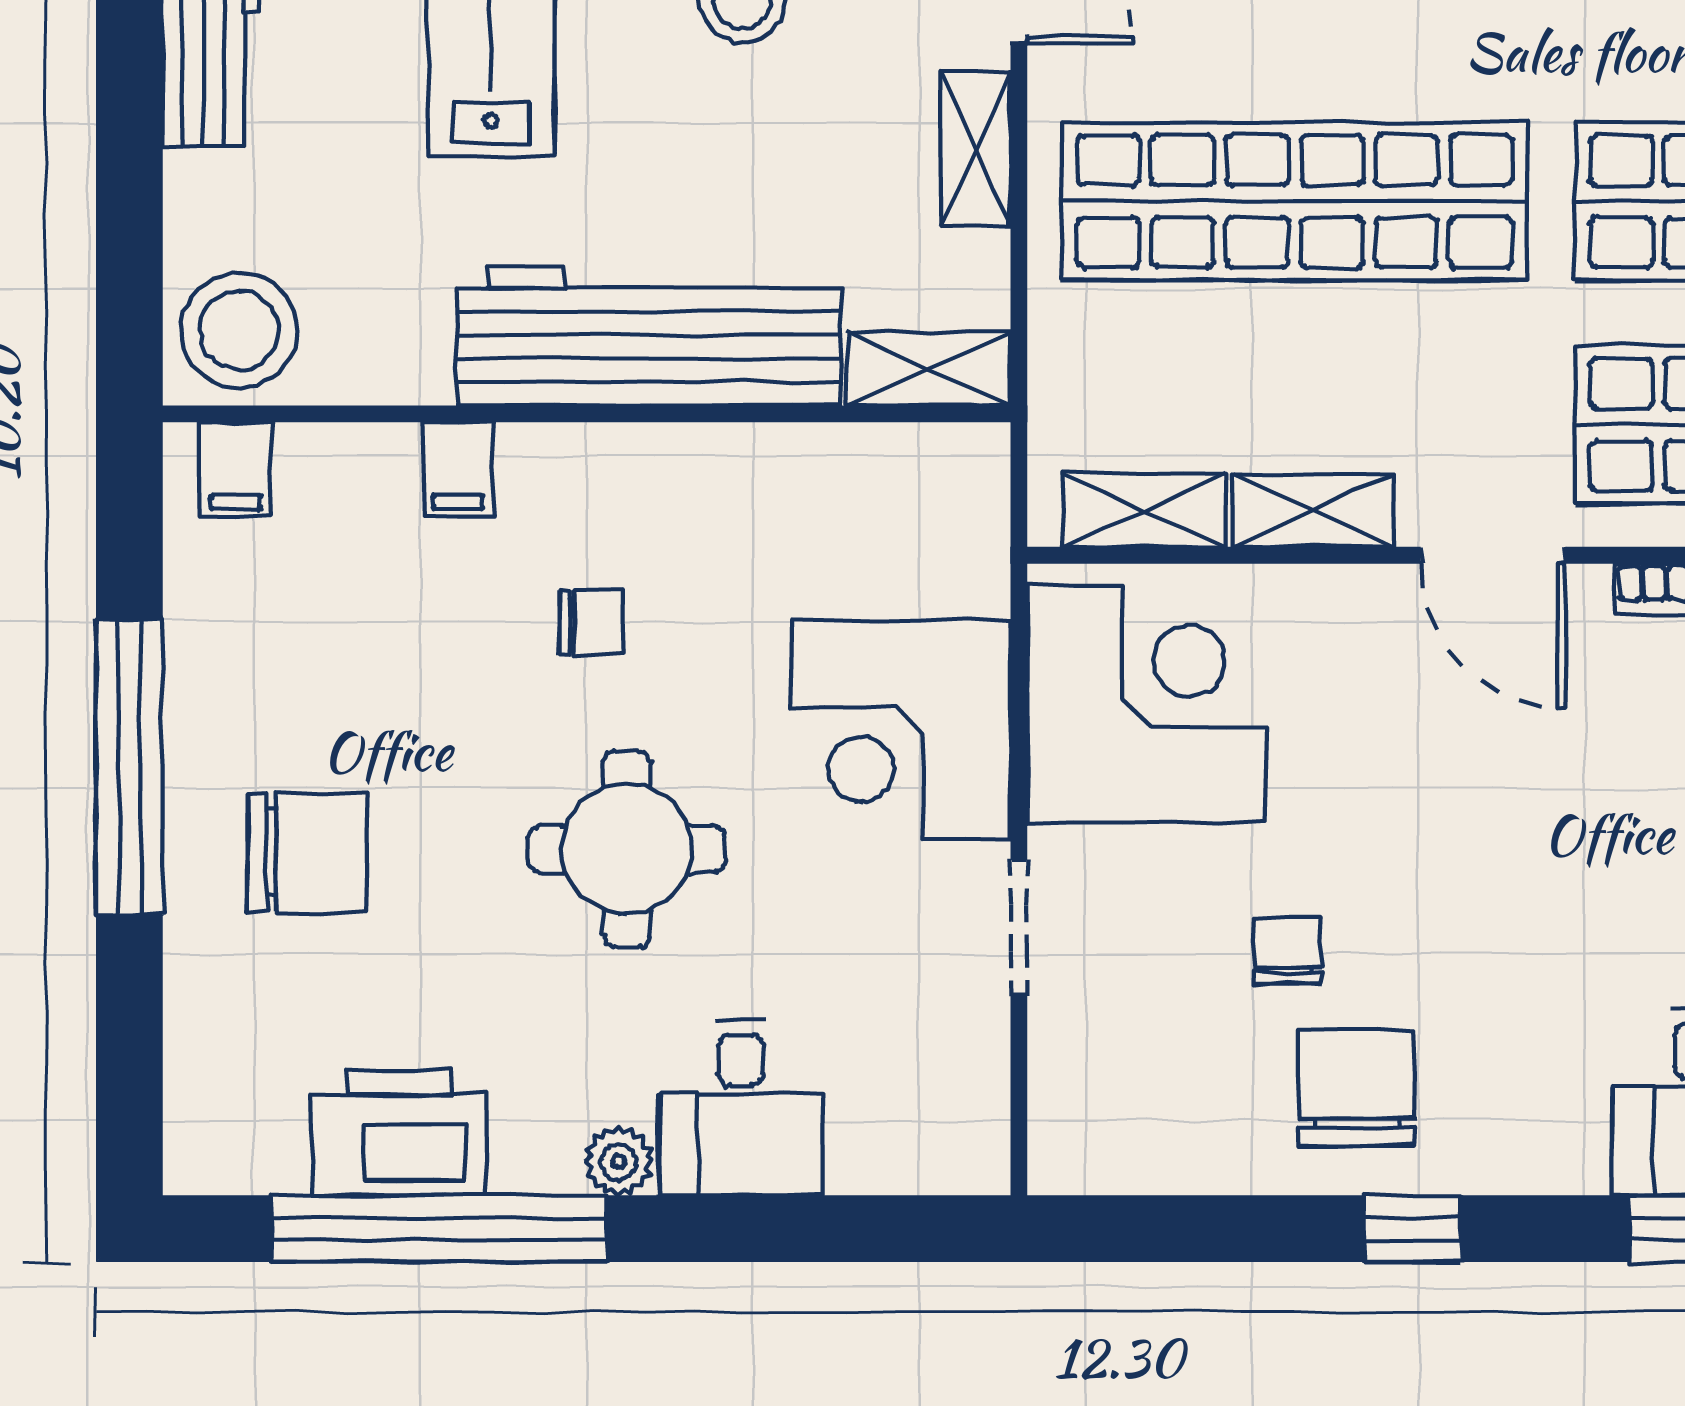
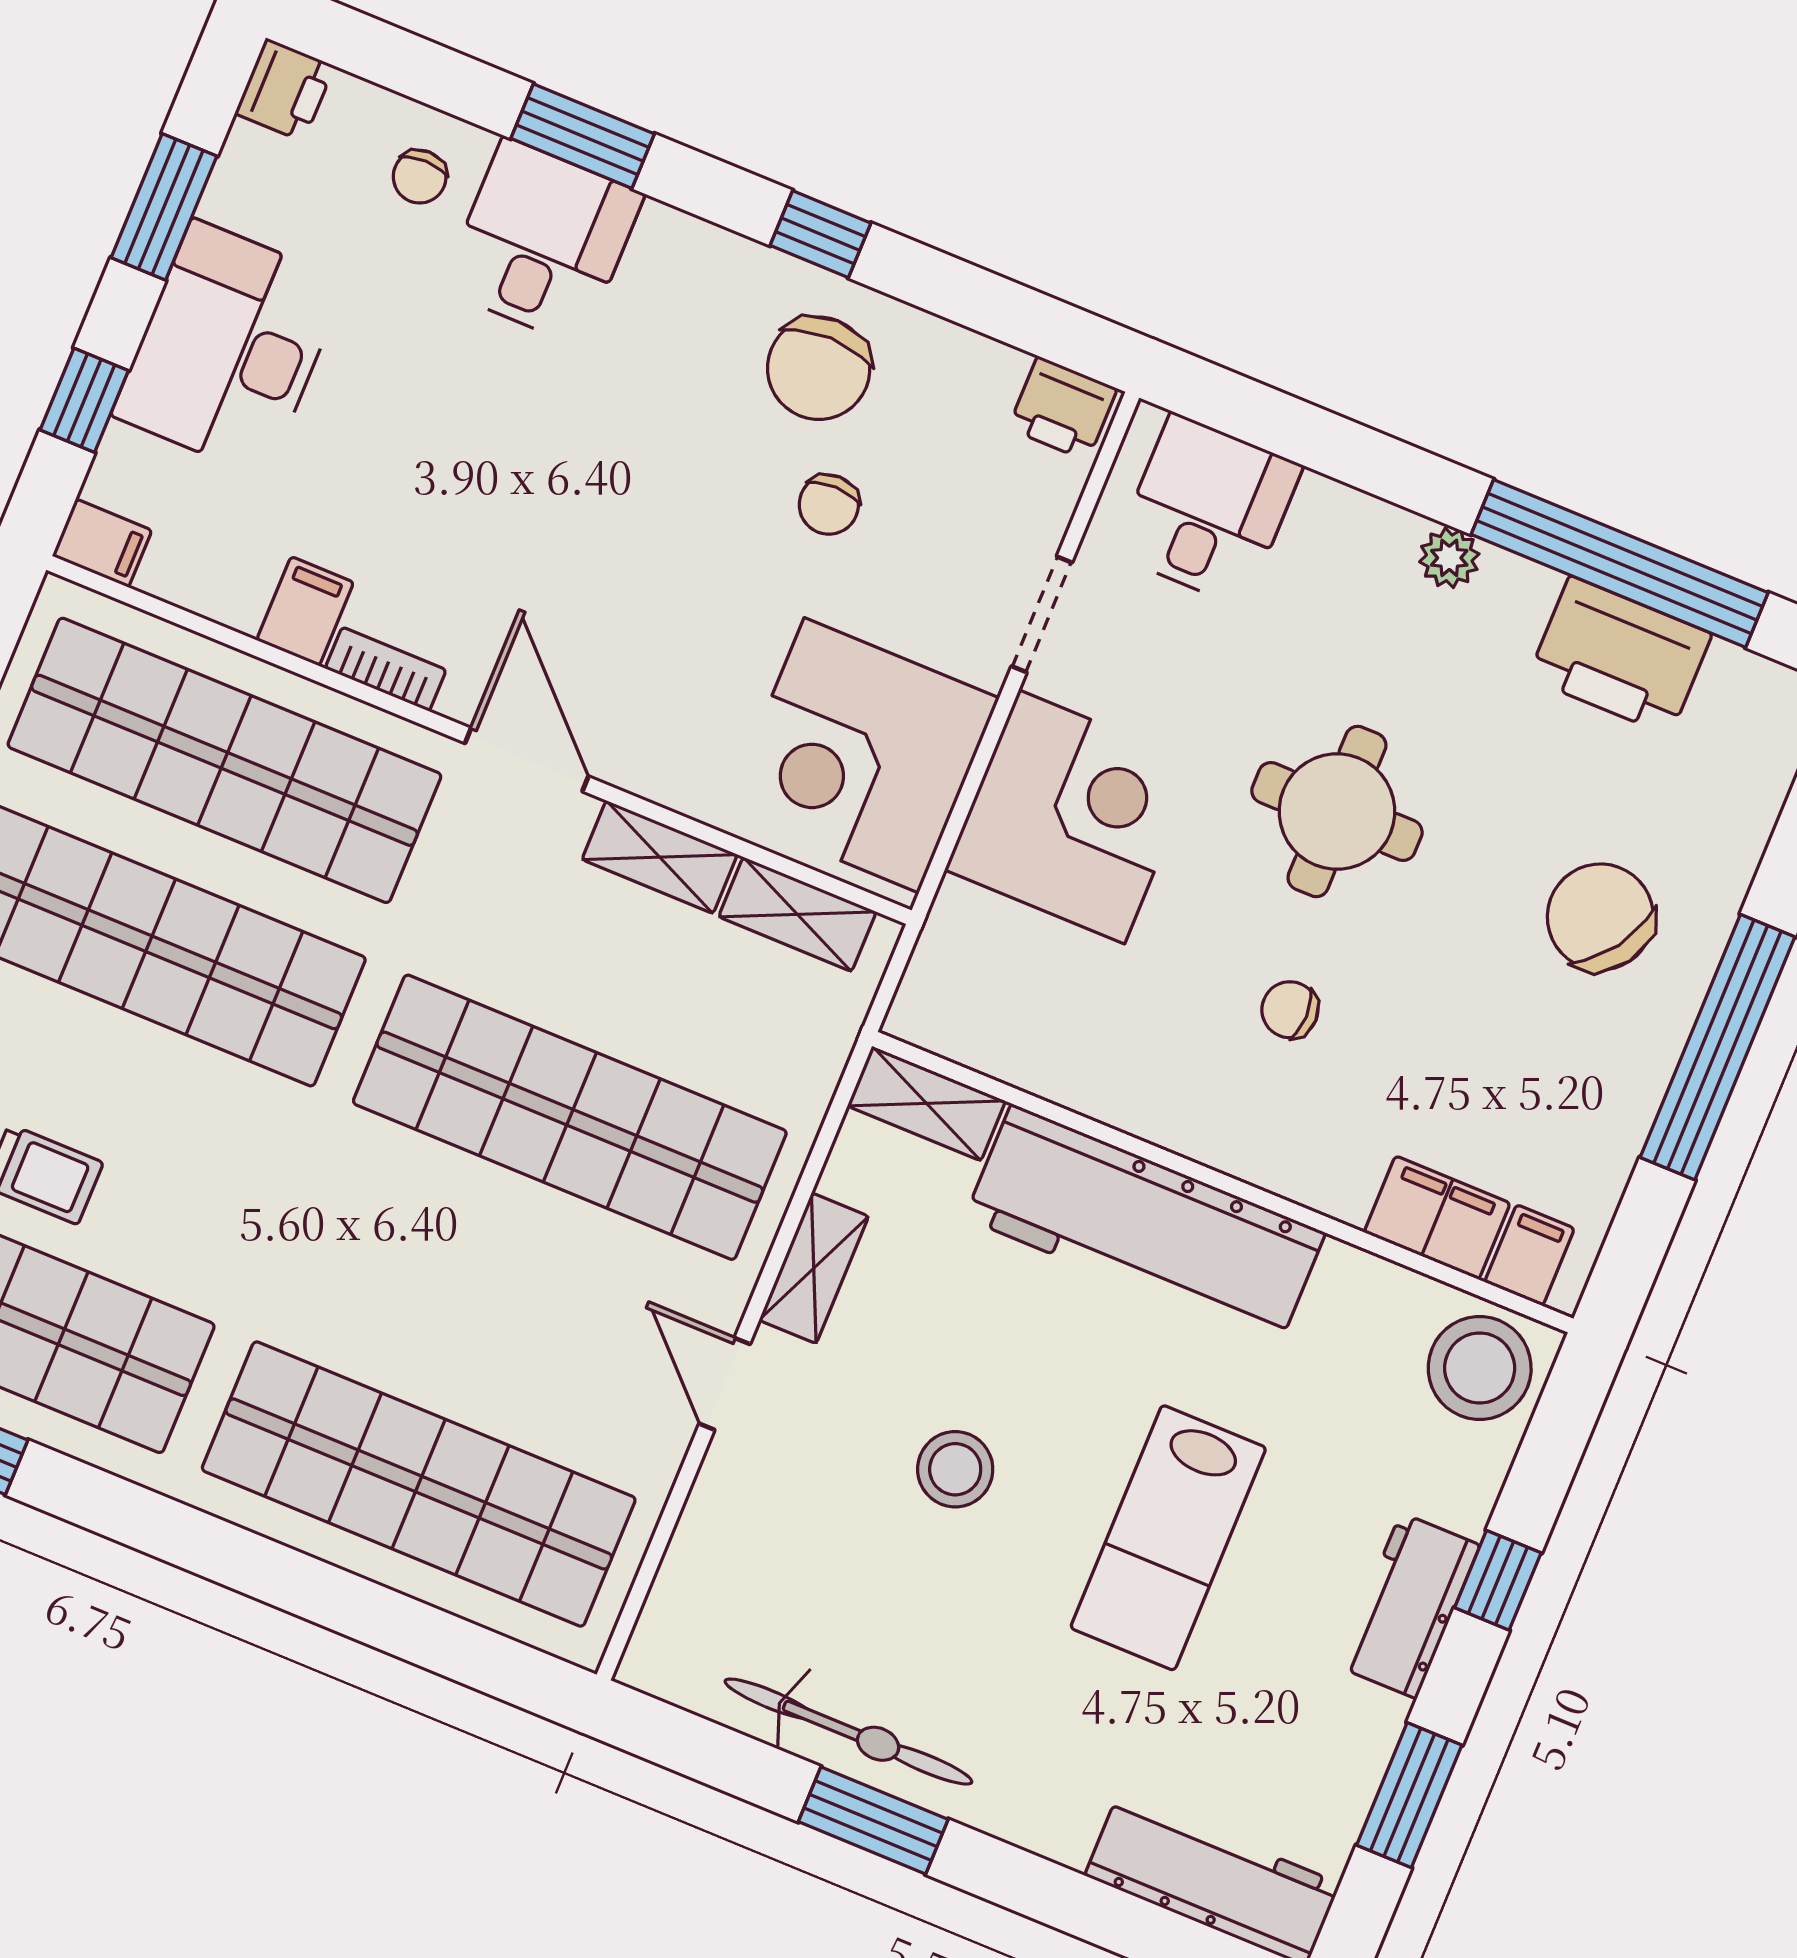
window: (129, 117) -> (1498, 1580), added
filing cabinet: (458, 469) -> (1437, 1218), moved, width x2.00
chair: (307, 852) -> (1600, 917), turned 34
desk: (741, 1108) -> (1208, 510), moved
printer: (1086, 1151) -> (1063, 408), added

